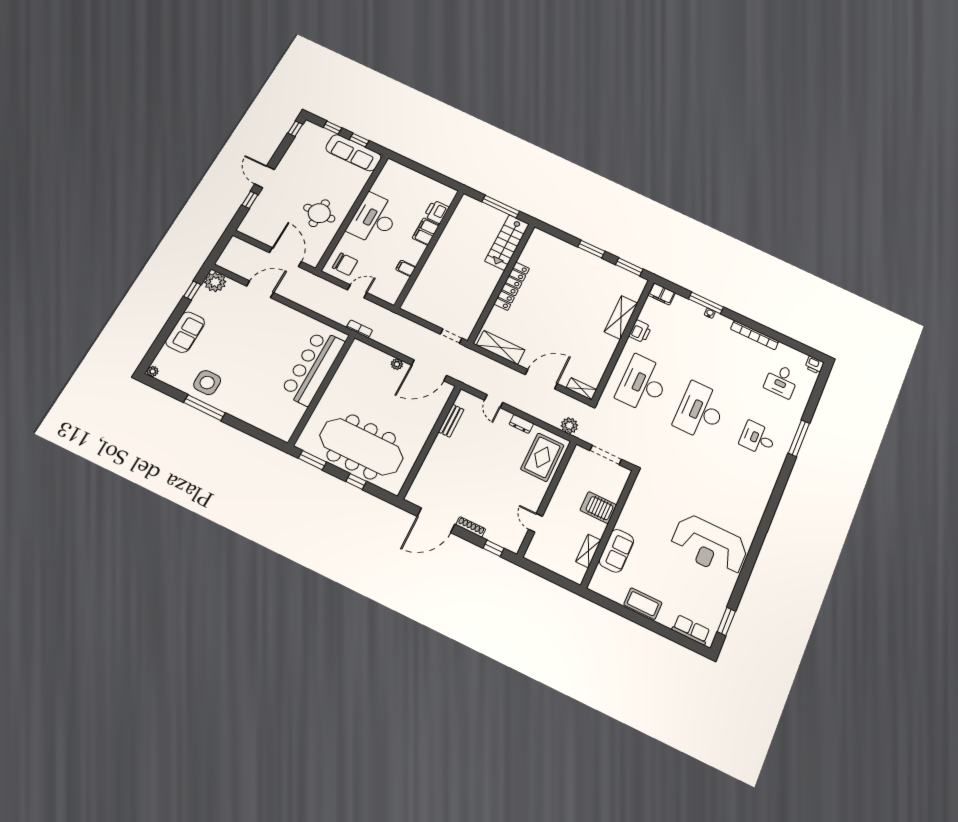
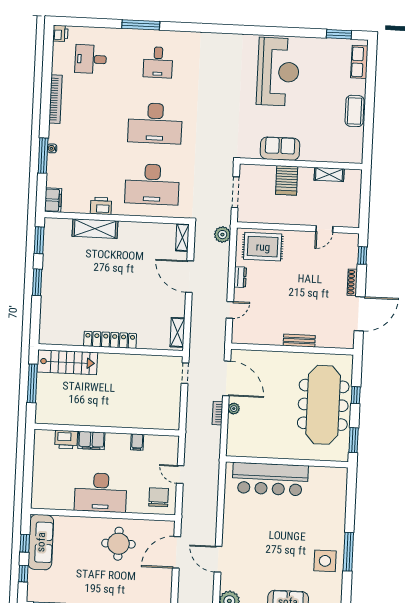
bookcase: (359, 329) -> (217, 413), moved
shelving: (501, 347) -> (177, 332), width x0.67, depth x0.75
desk: (781, 381) -> (91, 59), turned 180
bench: (451, 421) -> (299, 341), moved
door: (436, 520) -> (360, 314), hinge flipped
sofa: (616, 551) -> (280, 149), moved

